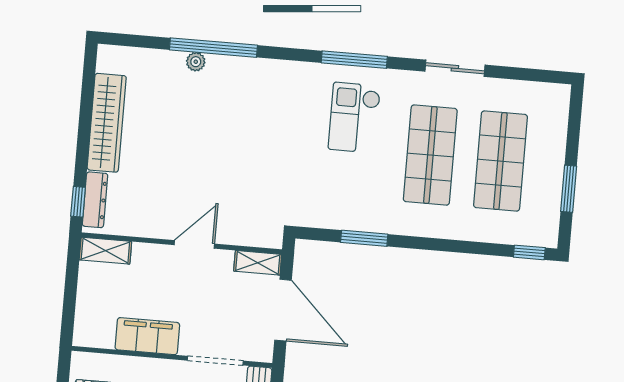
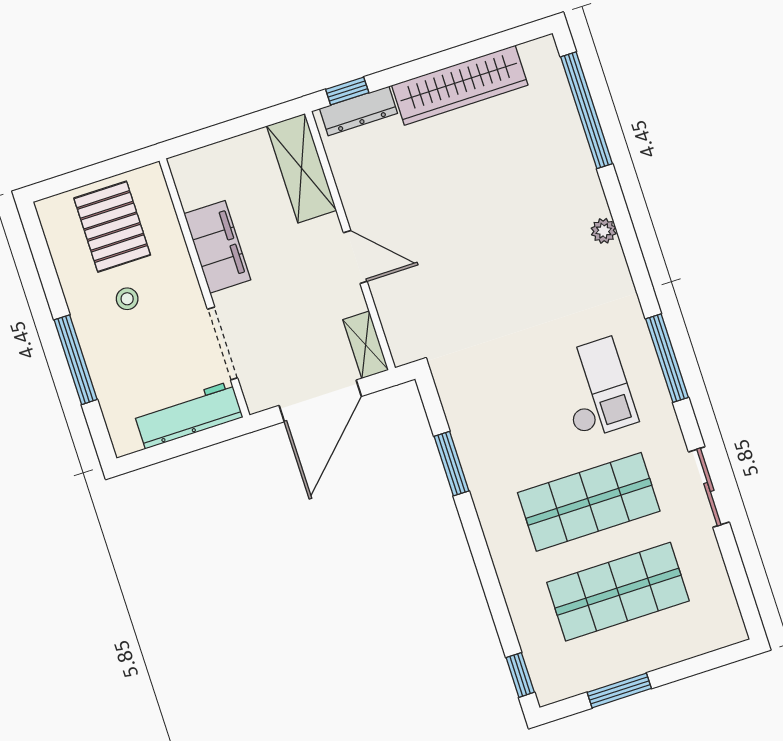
window: (213, 48) -> (586, 110), moved
plant: (196, 62) -> (604, 231), moved
checkout: (354, 118) -> (595, 388), turned 90
shelving: (105, 251) -> (302, 168), width x1.50, depth x1.33

